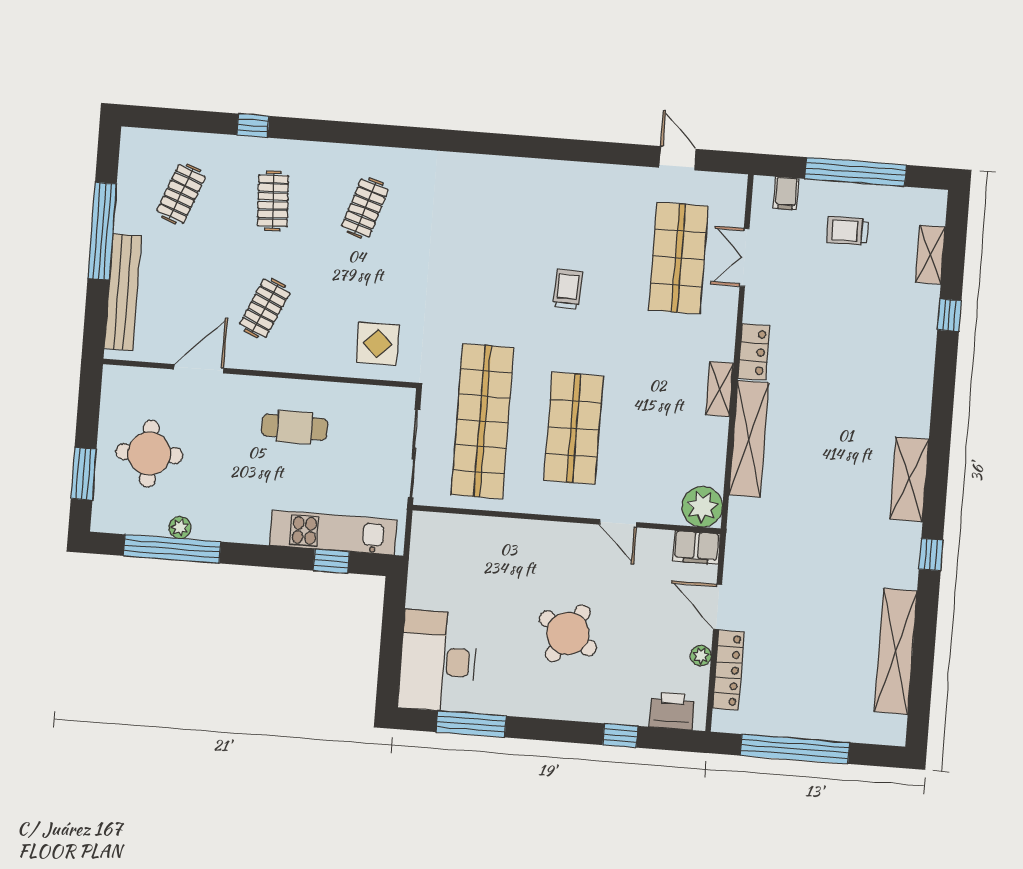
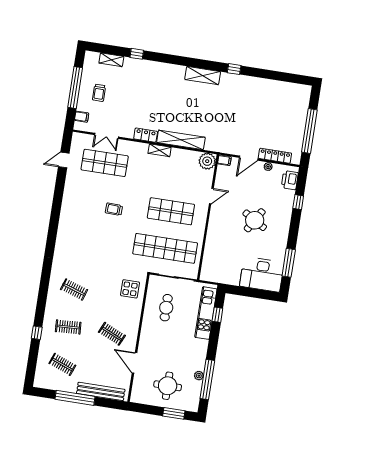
cafe table: (295, 427) -> (166, 308), moved
filing cabinet: (696, 547) -> (224, 160), width x0.50
shelving: (896, 651) -> (273, 87), removed

